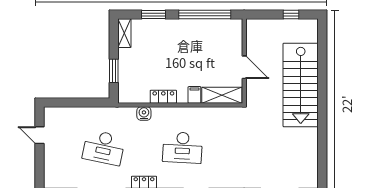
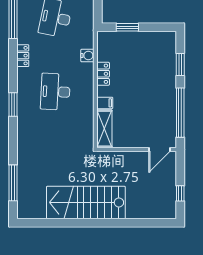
shelving: (124, 33) -> (163, 37), removed
door: (244, 67) -> (159, 150), moved
stairs: (301, 85) -> (86, 202), moved

